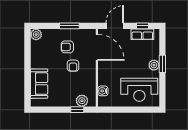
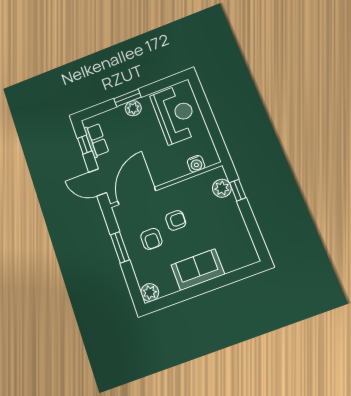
sofa: (39, 84) -> (198, 270), moved

